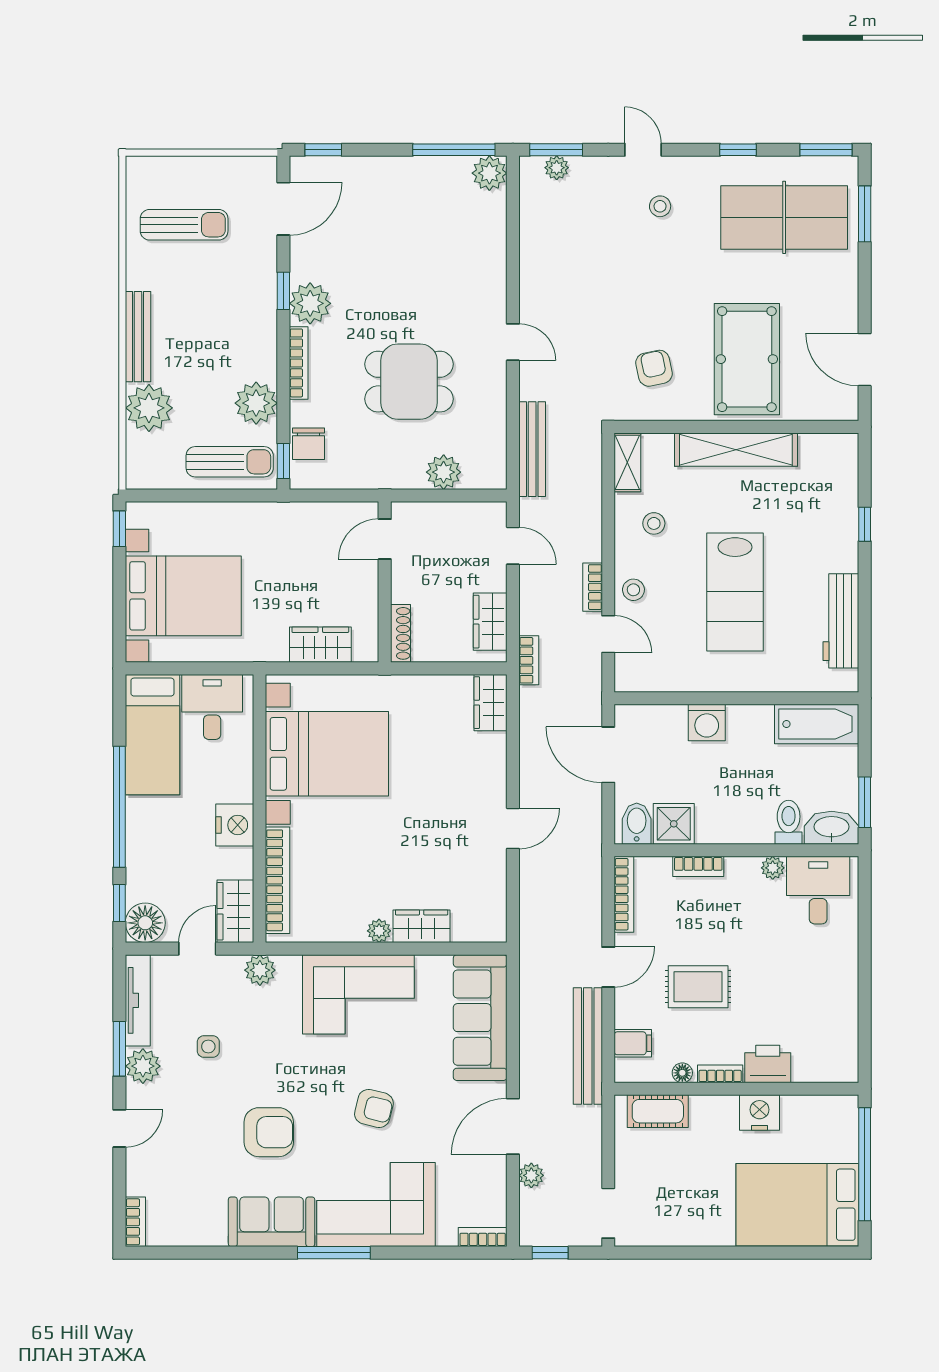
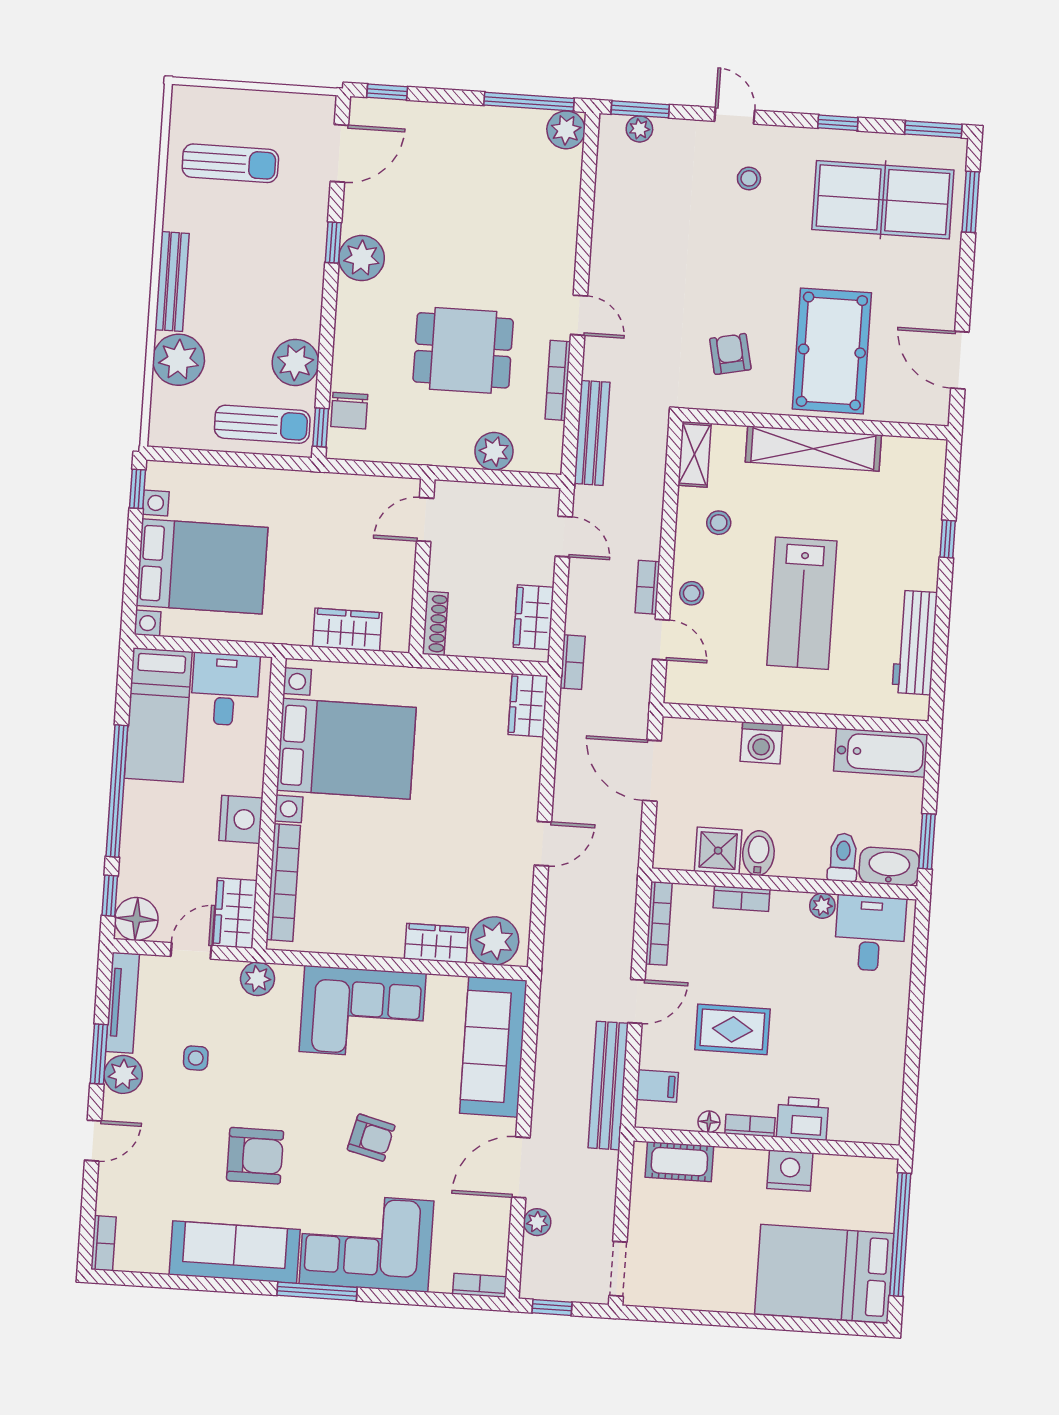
bookcase: (299, 363) -> (558, 380), moved, turned 180
bidet: (637, 824) -> (758, 853), moved
plant: (379, 931) -> (494, 941), moved, width x1.88, depth x1.88
sofa: (272, 1222) -> (235, 1252), width x1.36

